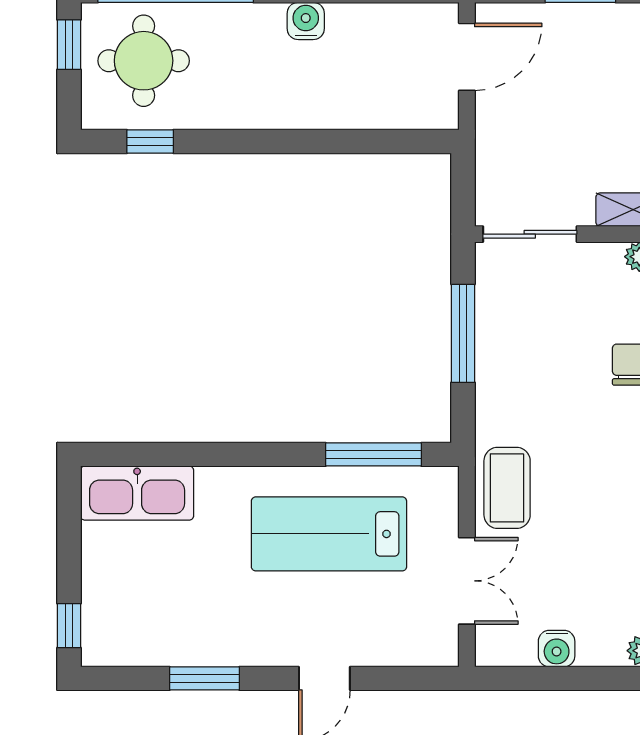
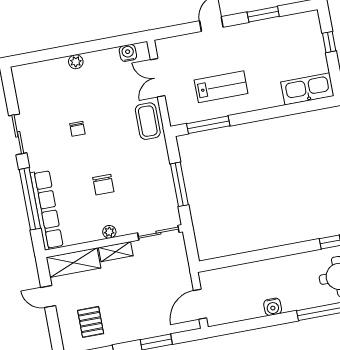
lab bench: (329, 534) -> (221, 87), width x0.73, depth x0.72
window: (69, 626) -> (329, 42), moved
water cooler: (557, 649) -> (128, 53), moved

